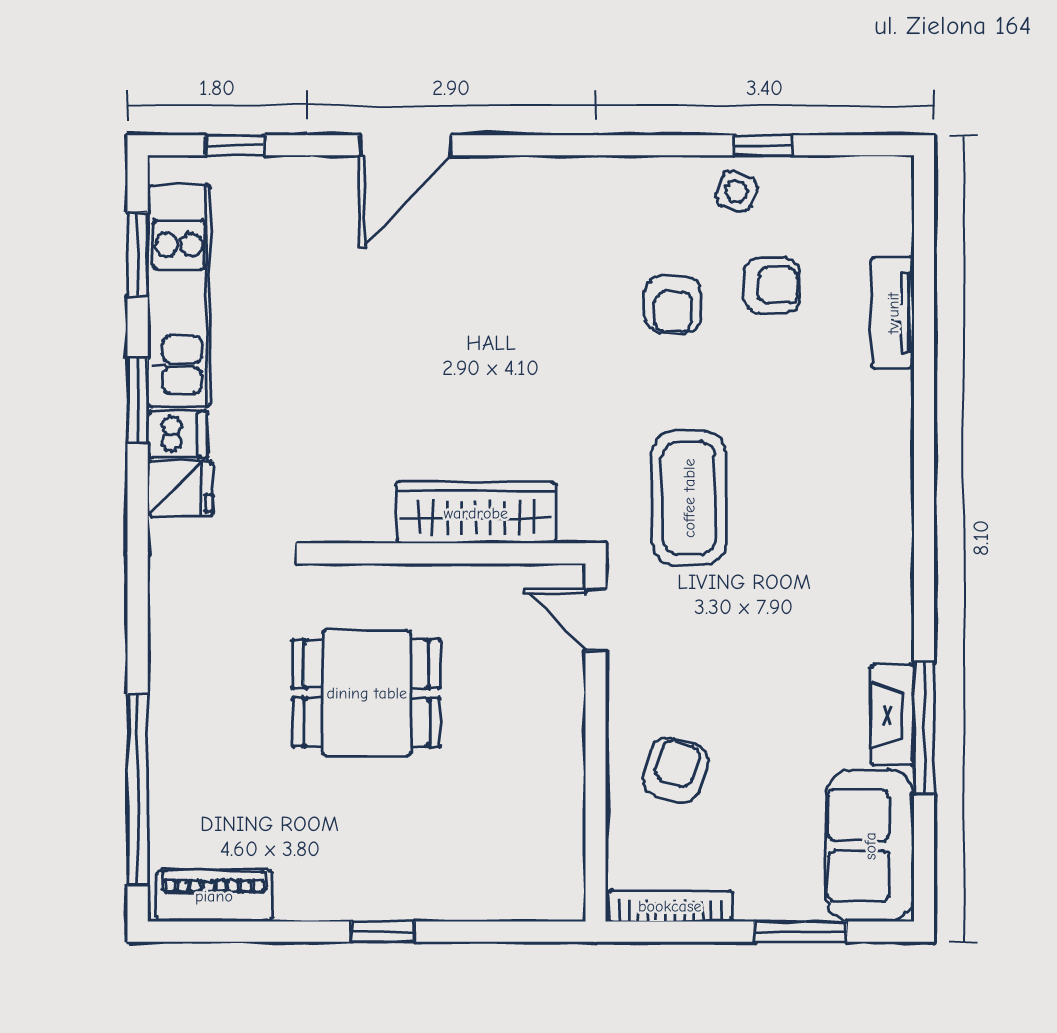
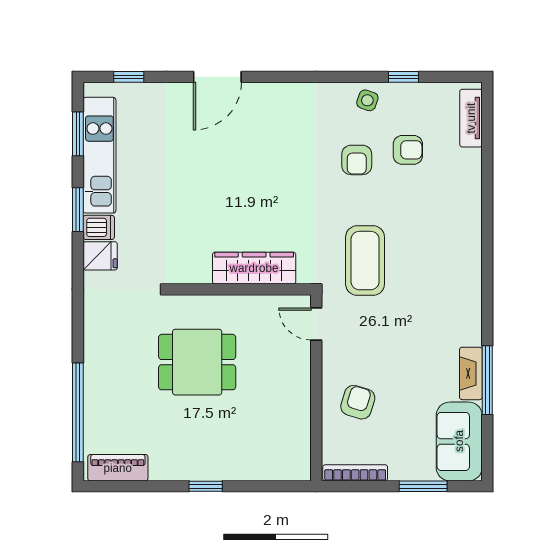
side table: (736, 191) -> (367, 100), moved
tv unit: (893, 313) -> (471, 118), moved

